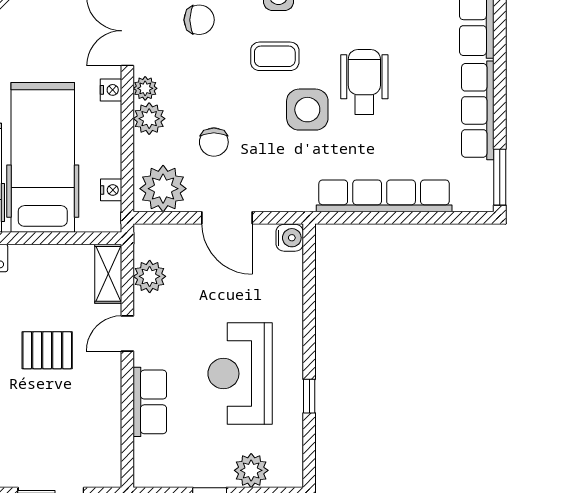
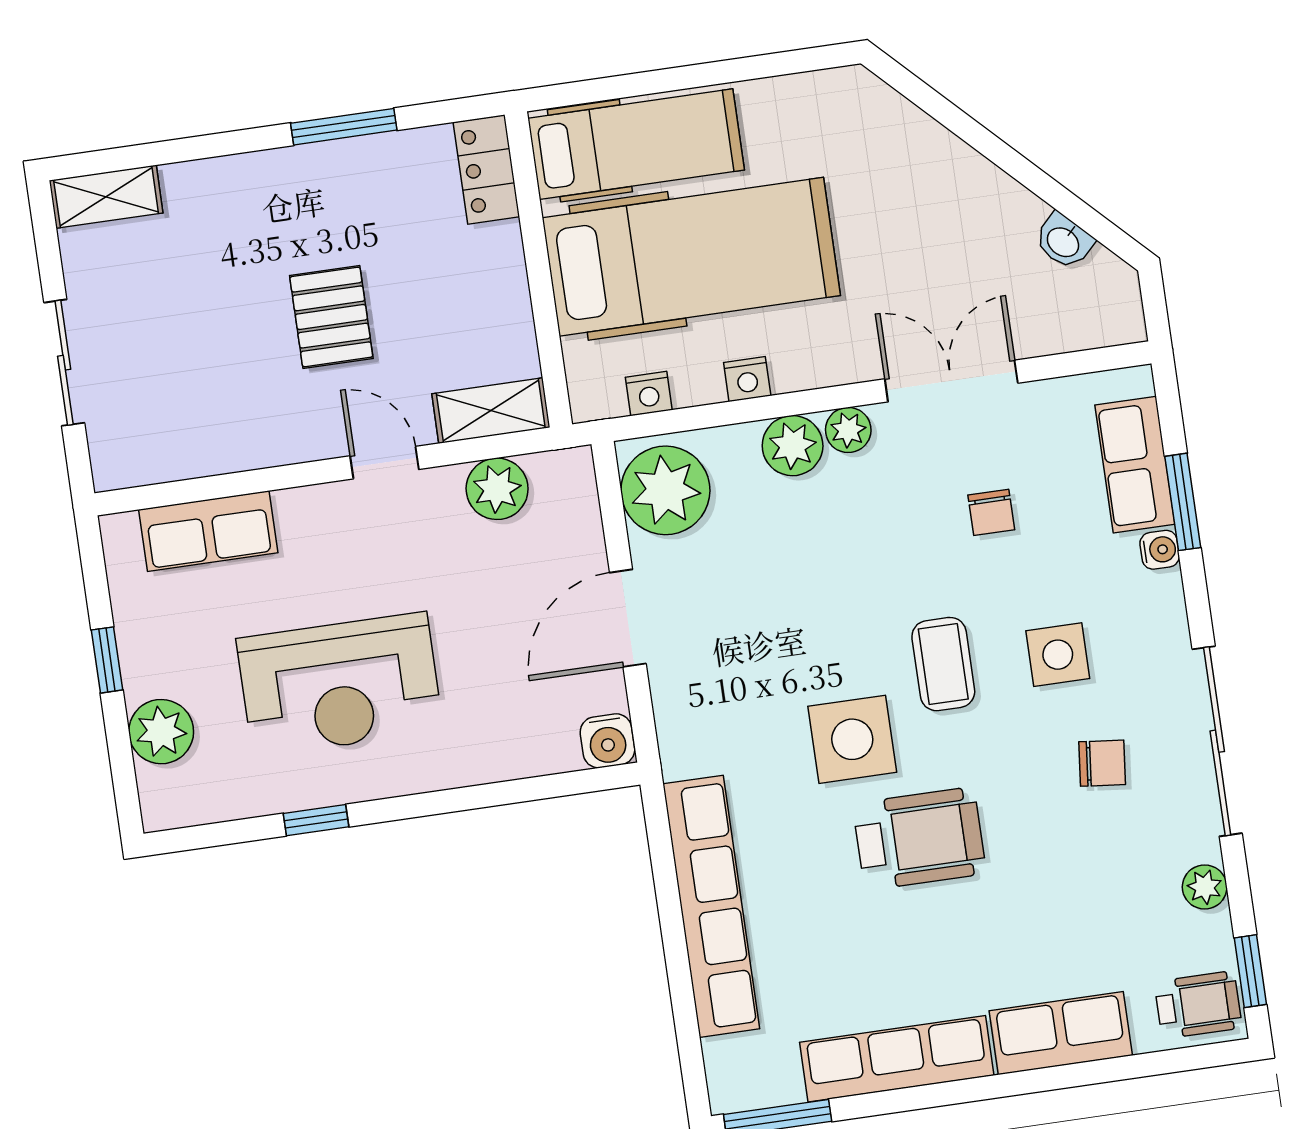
chair: (199, 20) -> (991, 512), width x0.73, depth x0.73
nightstand: (111, 90) -> (747, 379), moved
chair: (214, 142) -> (766, 573), removed
reception desk: (240, 374) -> (340, 685), turned 180
row of seats: (150, 402) -> (208, 531), moved

